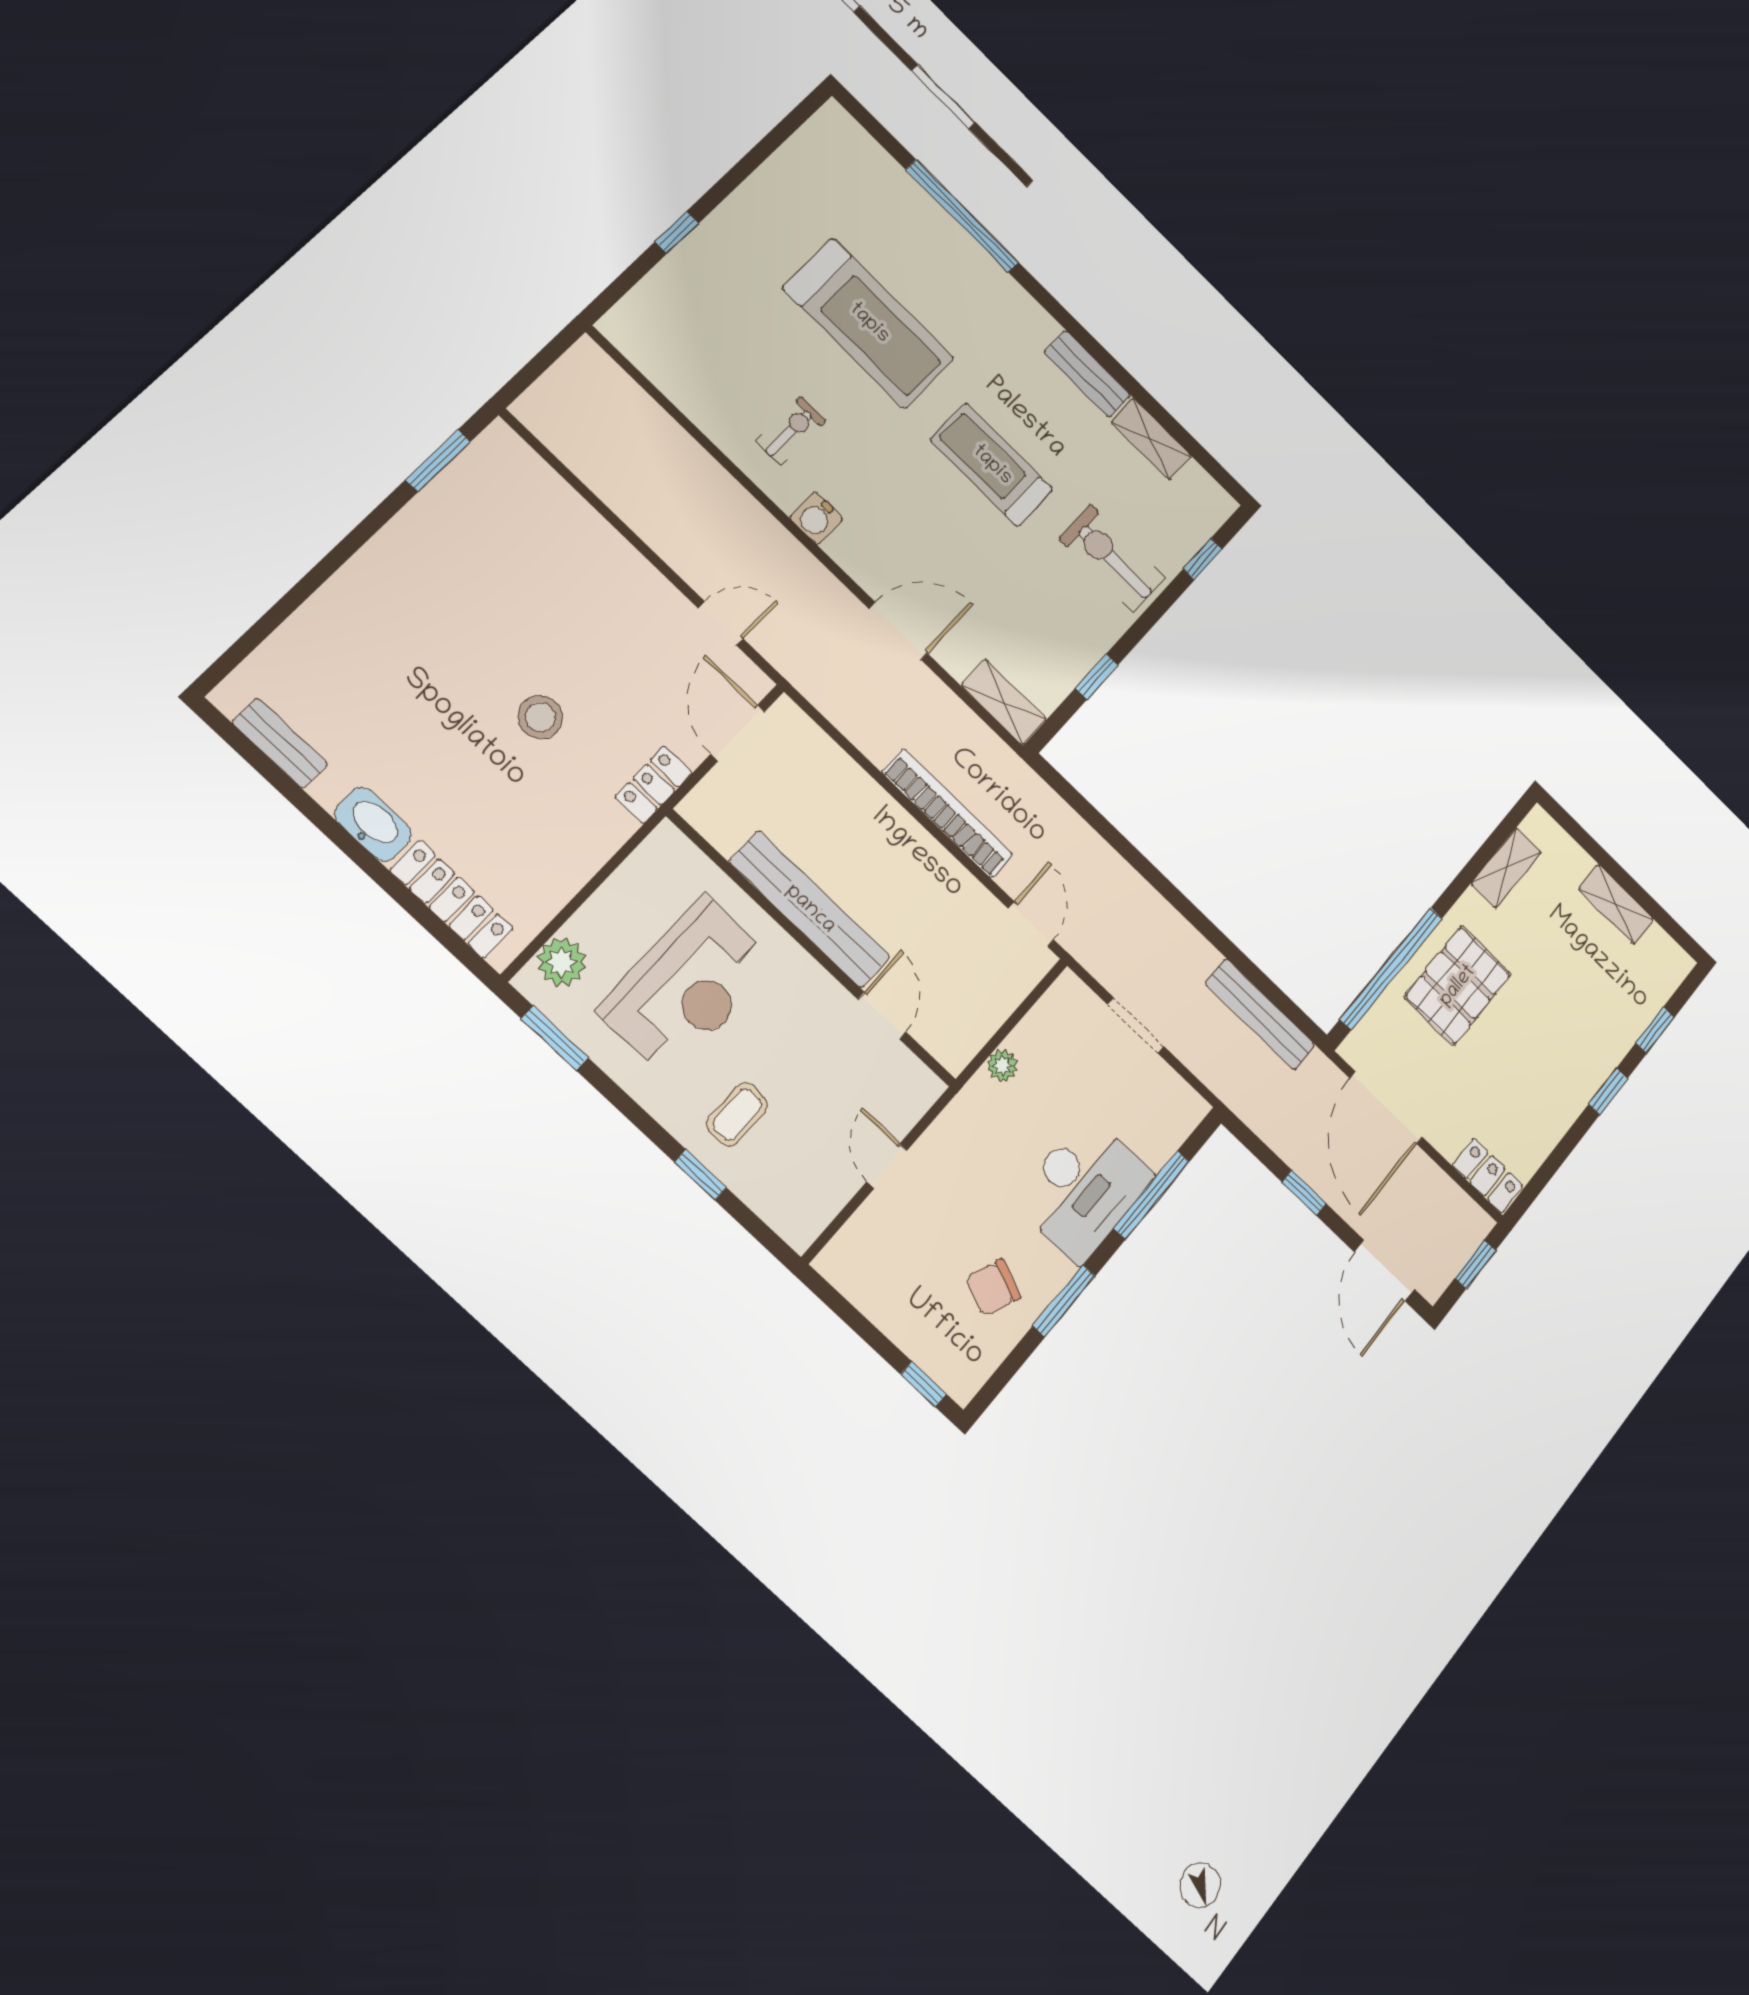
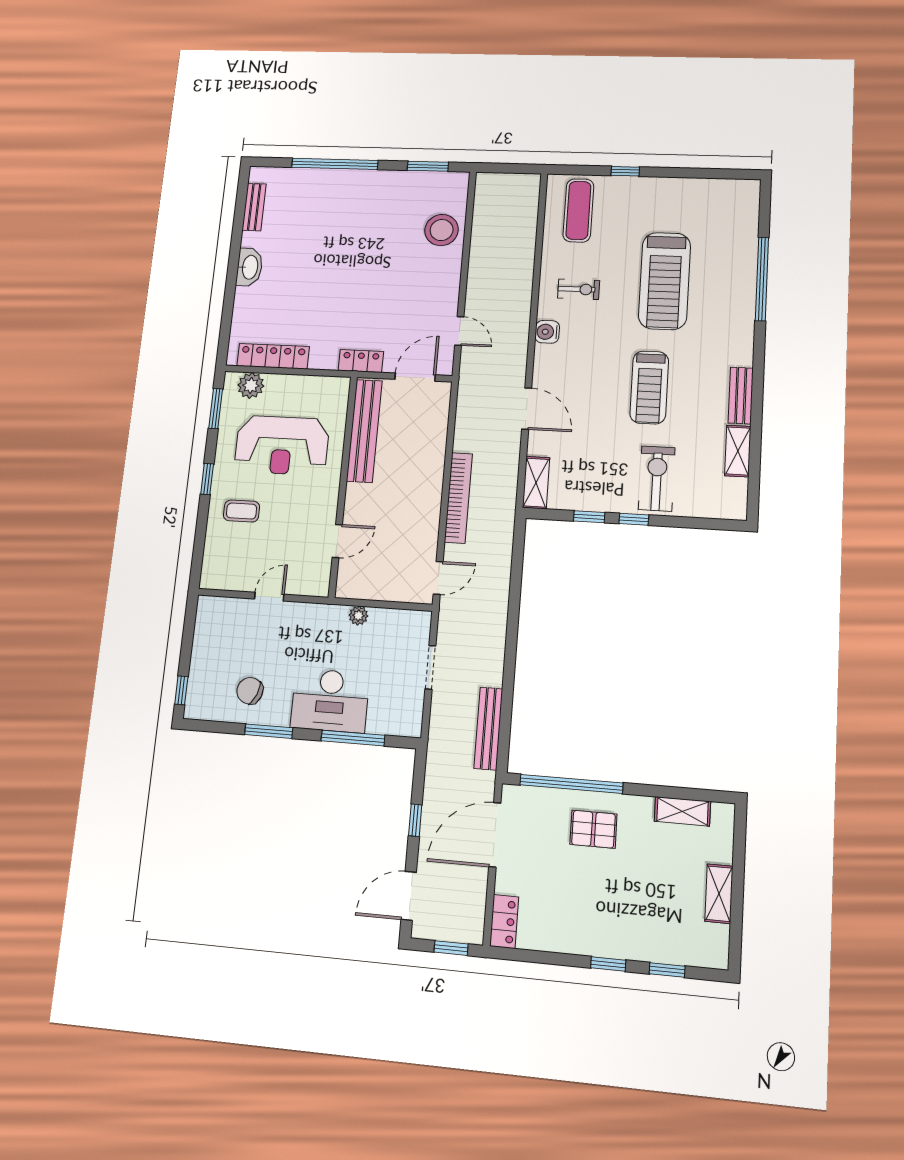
exercise mat: (681, 335) -> (578, 210), added
treadmill: (992, 465) -> (649, 387), turned 180
window: (1203, 559) -> (634, 519), moved
window: (315, 578) -> (335, 164), added
stool: (540, 717) -> (442, 230), moved, width x1.38, depth x1.38
locker: (452, 900) -> (273, 356), moved, turned -90
bench: (810, 909) -> (364, 431), moved
pallet: (1458, 986) -> (593, 829), width x0.67, depth x0.71
window: (700, 1175) -> (207, 479), moved

